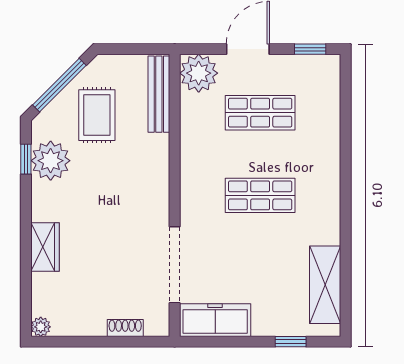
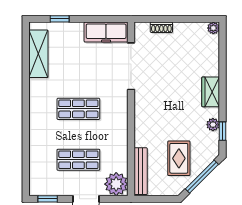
plant: (51, 161) -> (213, 125), width x0.53, depth x0.53
wardrobe: (45, 247) -> (211, 92), moved

